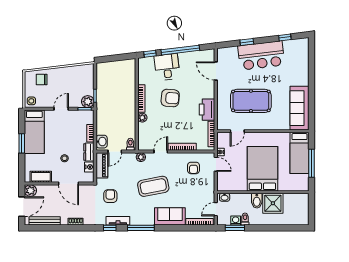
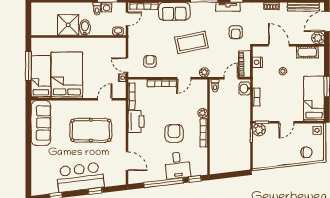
armchair: (170, 98) -> (174, 133), turned 85
dresser: (89, 152) -> (258, 78), removed
bed: (262, 169) -> (67, 75), moved, turned 180

